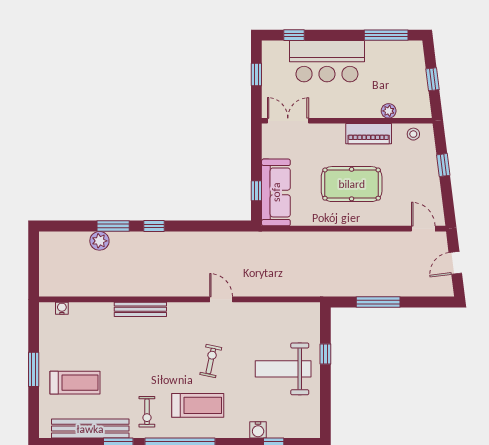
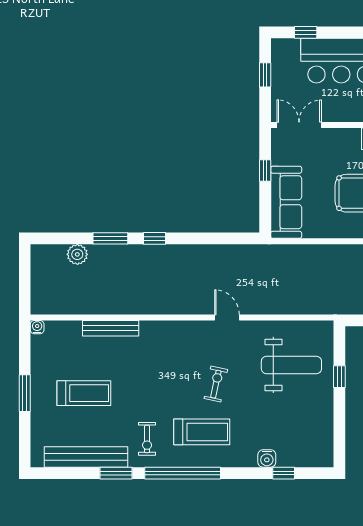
window: (256, 191) -> (265, 171), moved
plant: (99, 241) -> (77, 254), moved
water cooler: (62, 308) -> (37, 327), moved
bench: (140, 309) -> (111, 328), moved
weight bench: (283, 369) -> (291, 365), moved, turned 180
treadmill: (75, 383) -> (84, 393), moved

